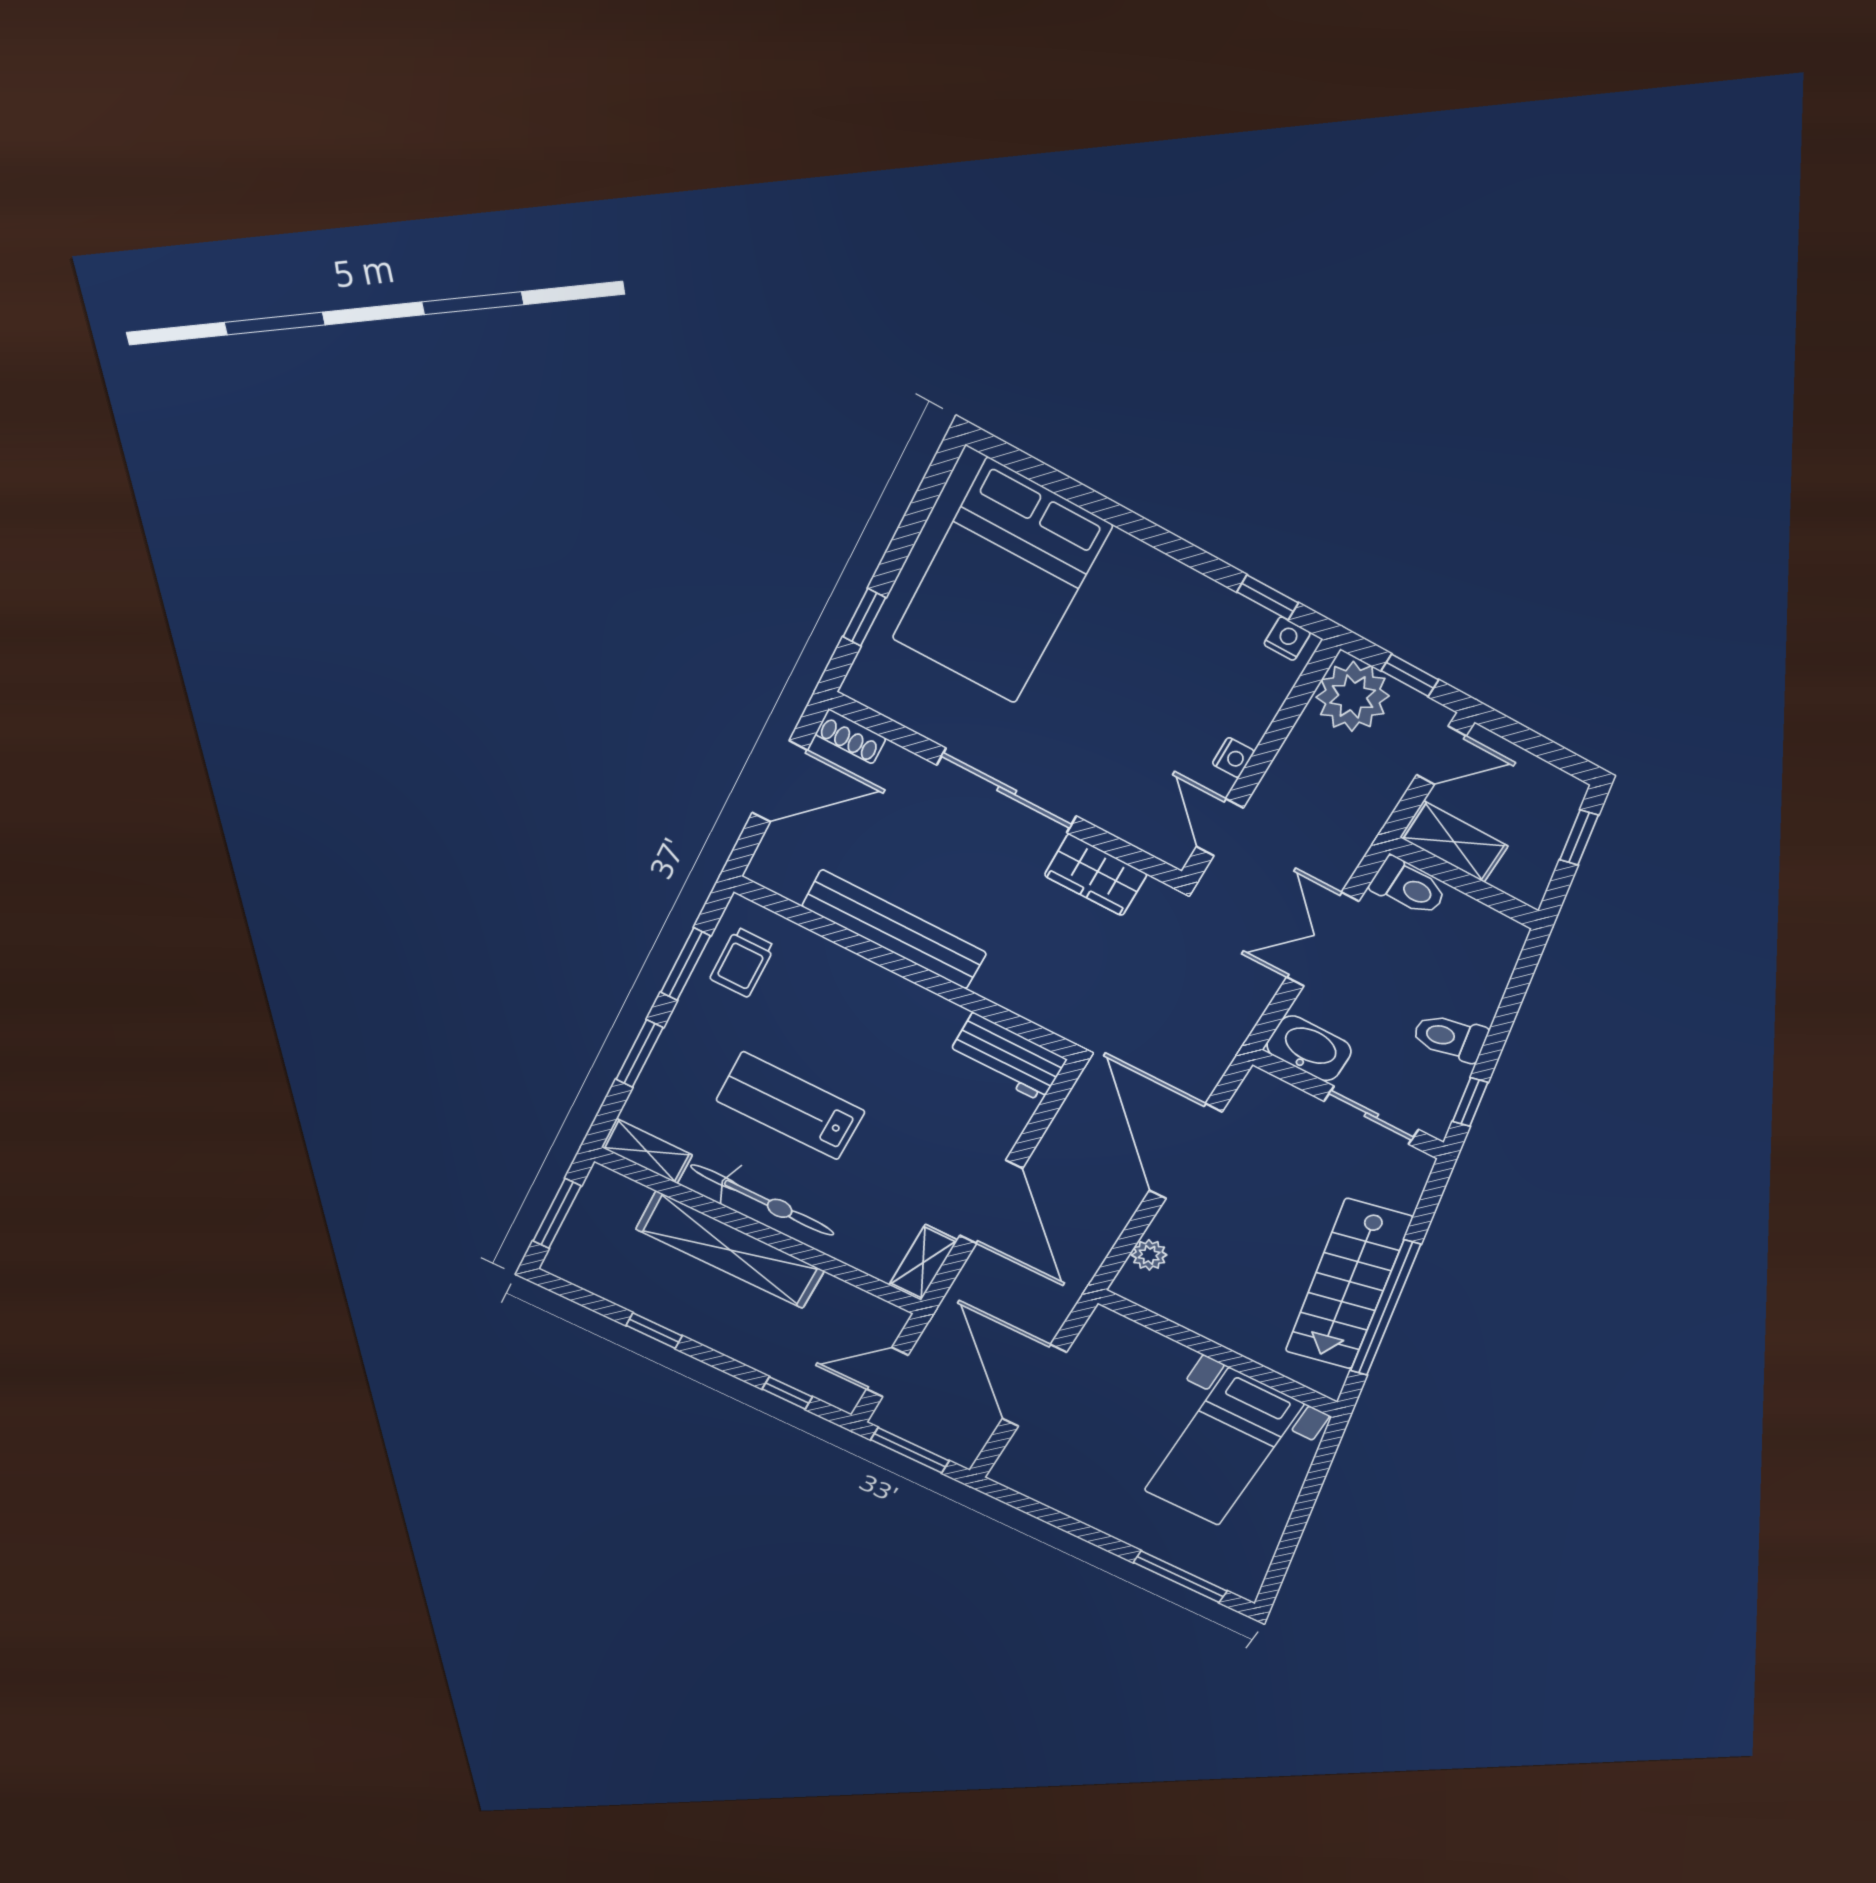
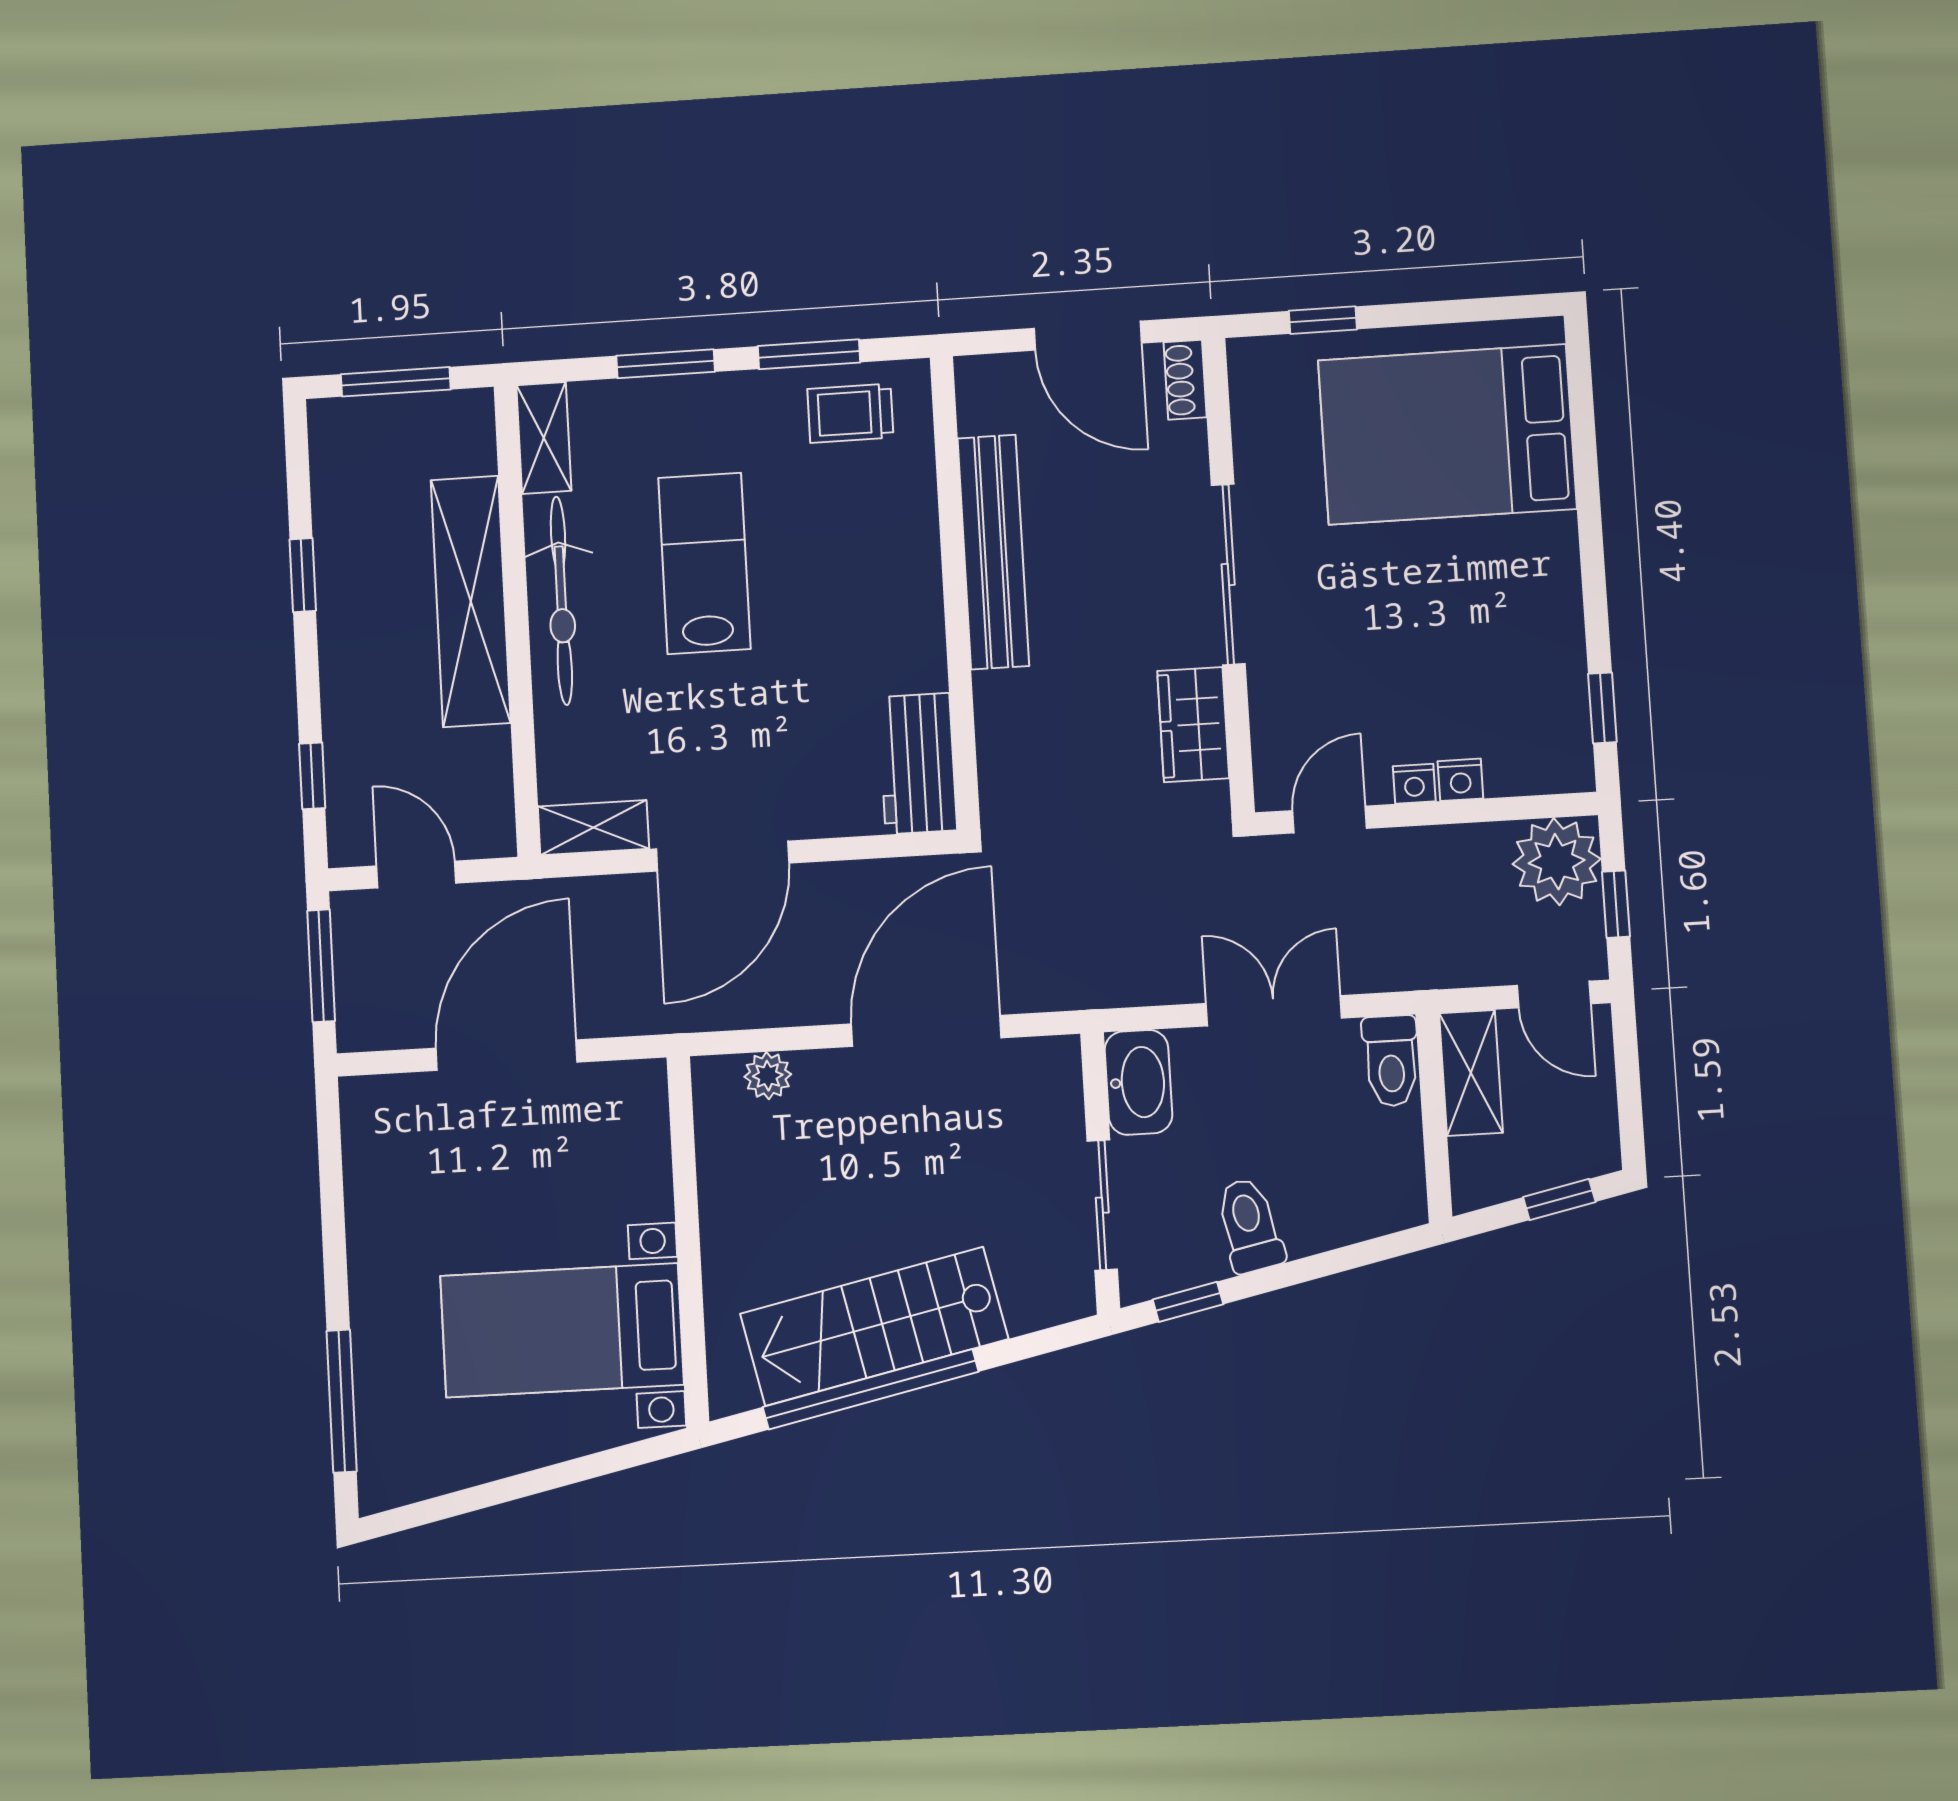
nightstand: (1287, 639) -> (1460, 780), moved, turned 90

